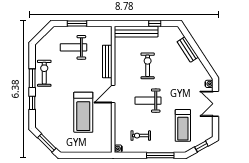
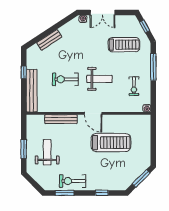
weight bench: (74, 47) -> (47, 152), turned 180
window: (32, 78) -> (65, 193), moved
weight bench: (148, 101) -> (99, 79), turned -90

